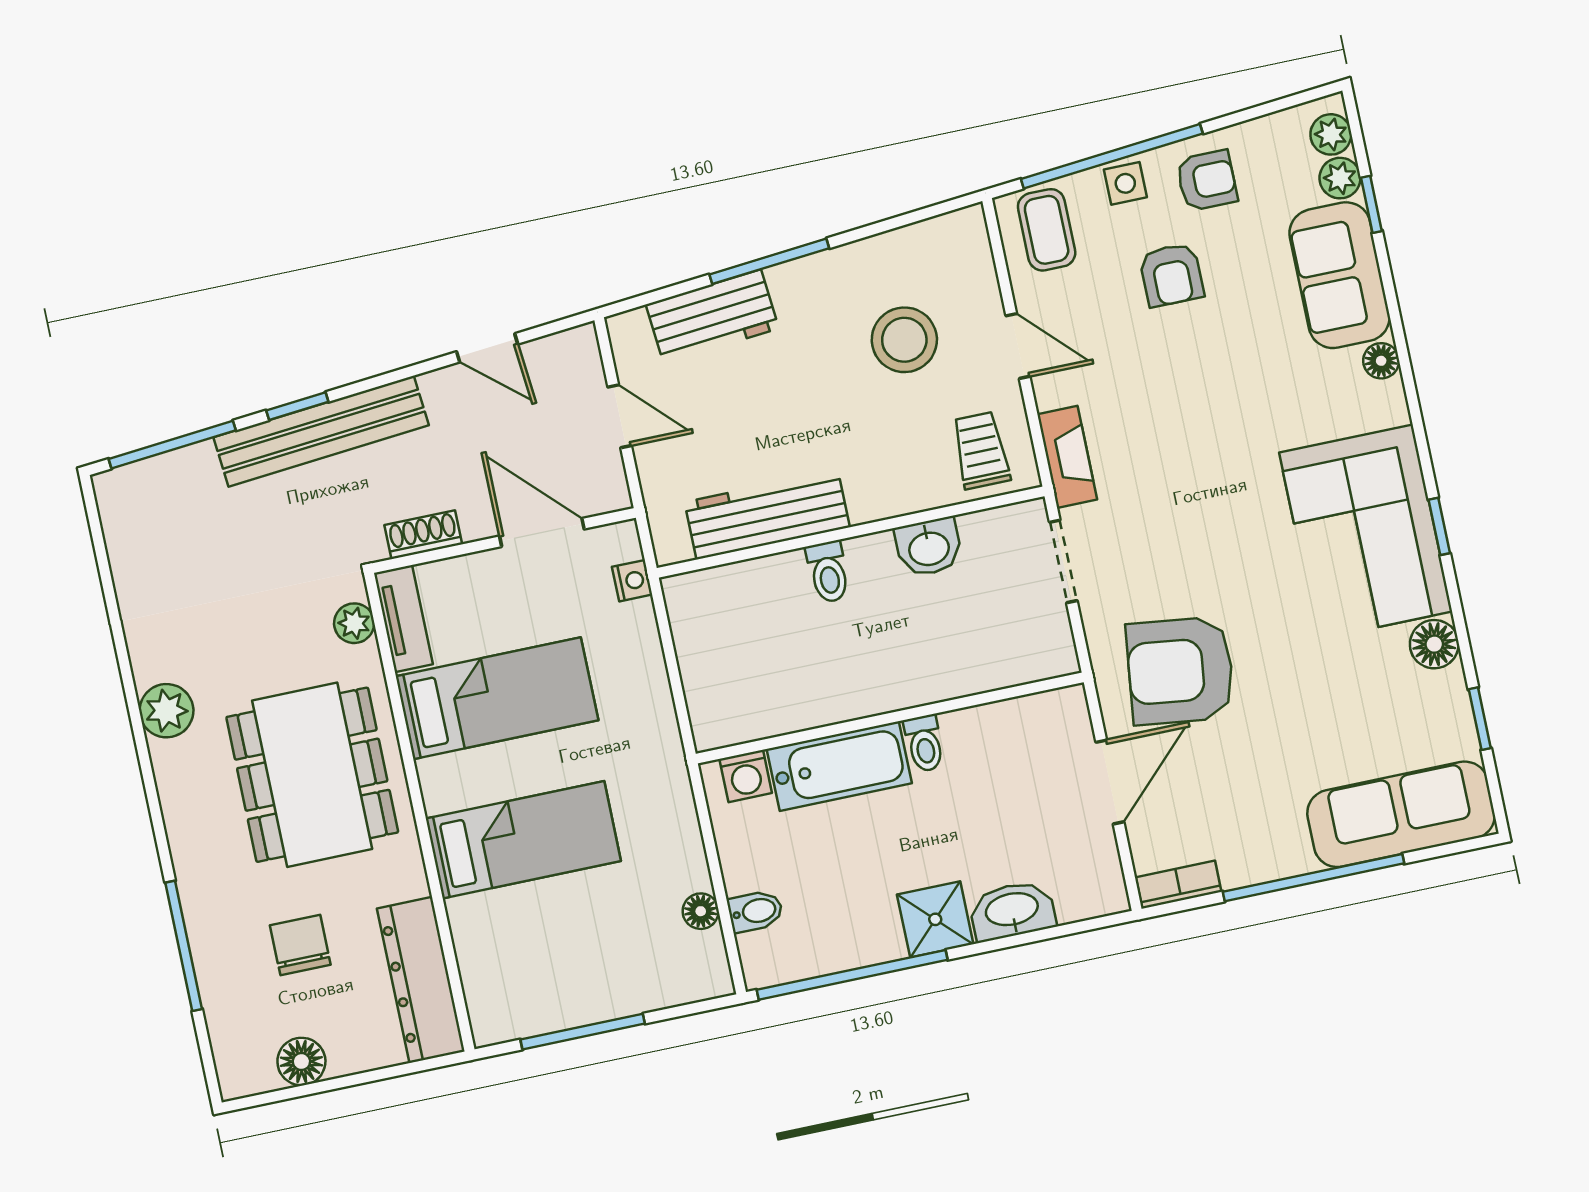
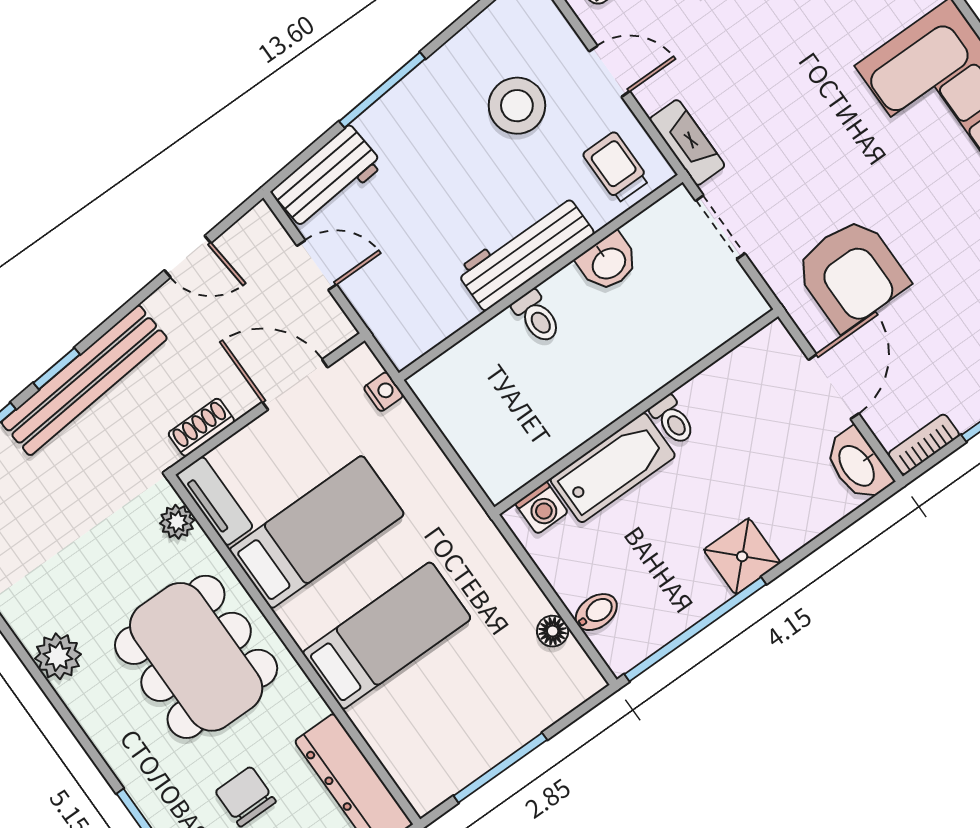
workbench: (712, 316) -> (327, 178), moved
workbench: (767, 515) -> (525, 252), moved
armchair: (1180, 671) -> (851, 274), turned -97
washbasin: (1012, 911) -> (858, 465), moved, turned -90

